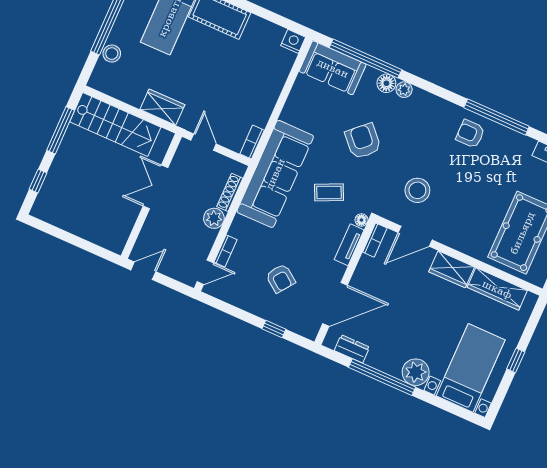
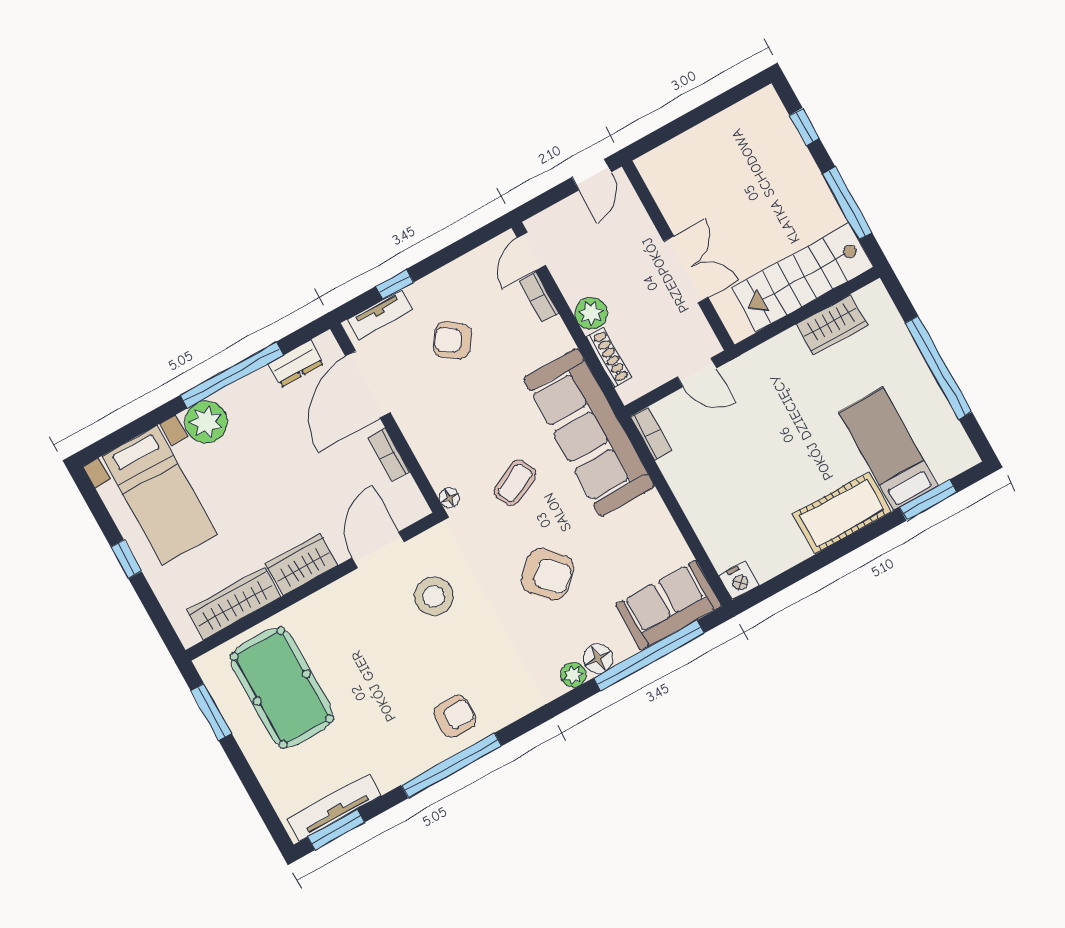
stool: (112, 54) -> (895, 340), removed
wardrobe: (162, 107) -> (832, 325), moved
bookcase: (375, 240) -> (388, 455), moved
tv unit: (349, 245) -> (380, 314), moved, turned 90

